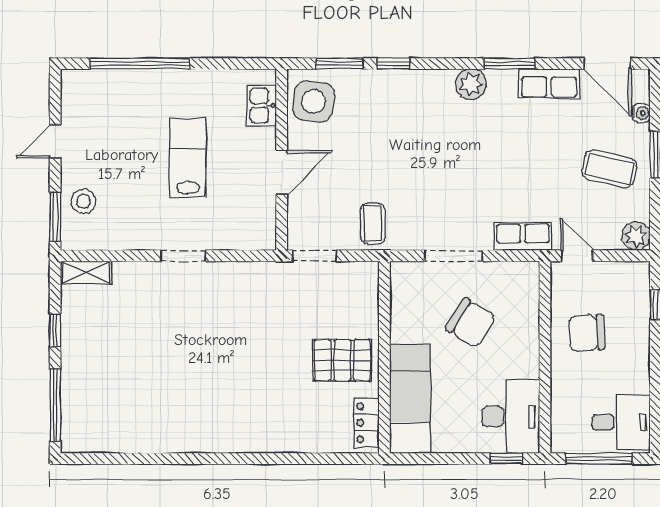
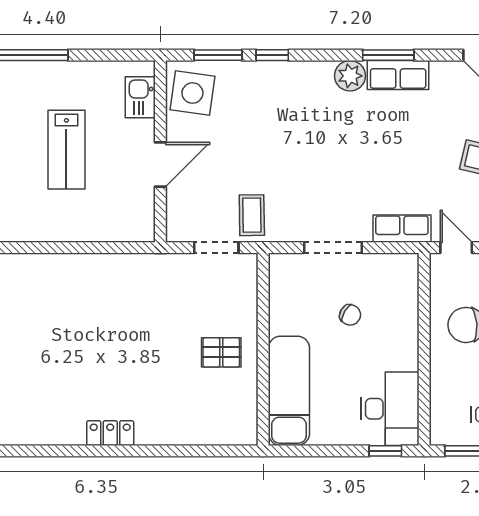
row of seats: (549, 83) -> (398, 75), moved
lab bench: (188, 158) -> (66, 150), turned 180
doorway: (183, 256) -> (62, 248), removed
doorway: (315, 256) -> (216, 248), moved
chair: (471, 323) -> (350, 315), width x0.54, depth x0.54
pallet: (342, 360) -> (221, 352), width x0.67, depth x0.71
locker: (367, 423) -> (110, 433), moved, turned 90

